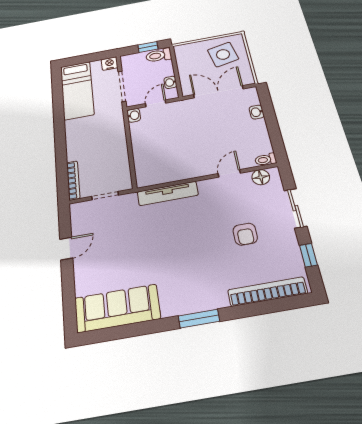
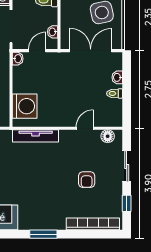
toilet: (266, 160) -> (115, 93), moved
washing machine: (149, 163) -> (25, 106), added

